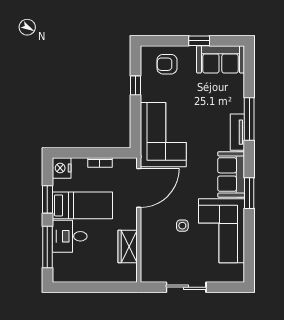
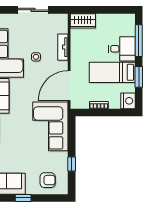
tv unit: (147, 238) -> (63, 47), added
wardrobe: (128, 247) -> (83, 21), moved, turned 90

